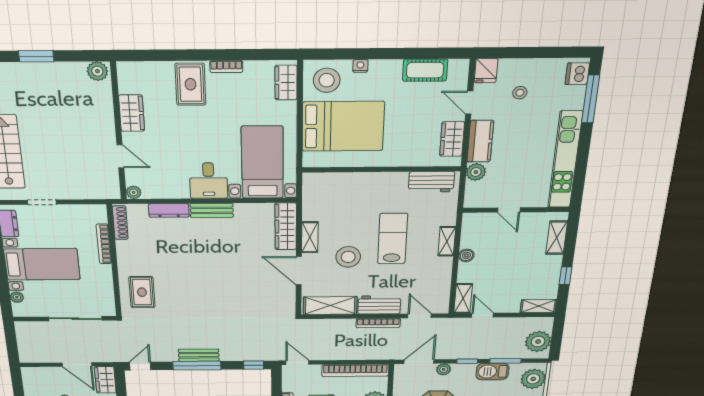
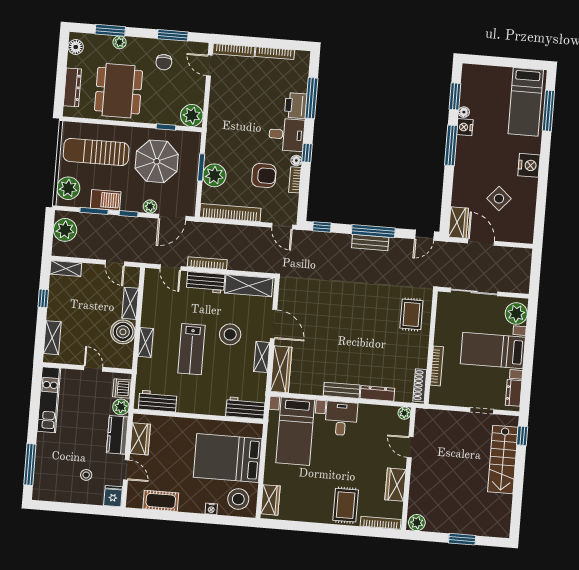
bookcase: (226, 67) -> (381, 523), moved, width x1.56
dishwasher: (577, 74) -> (122, 388), moved, turned 180
kitchen unit: (565, 160) -> (49, 400), width x0.73
workbench: (325, 183) -> (245, 408), added
boiler: (466, 255) -> (123, 332), width x1.86, depth x1.86
plant: (17, 297) -> (516, 314), width x1.88, depth x1.88
shelving: (463, 298) -> (130, 303), moved

